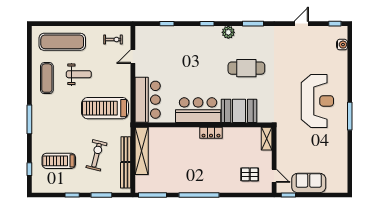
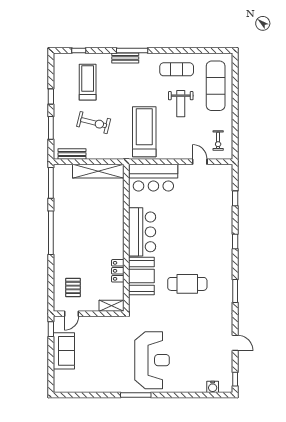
plant: (228, 32) -> (226, 264), removed
cafe table: (246, 68) -> (187, 284), turned 90
reception desk: (317, 101) -> (152, 360), turned -90
locker: (211, 133) -> (118, 271), moved
bench: (126, 149) -> (125, 58), moved

